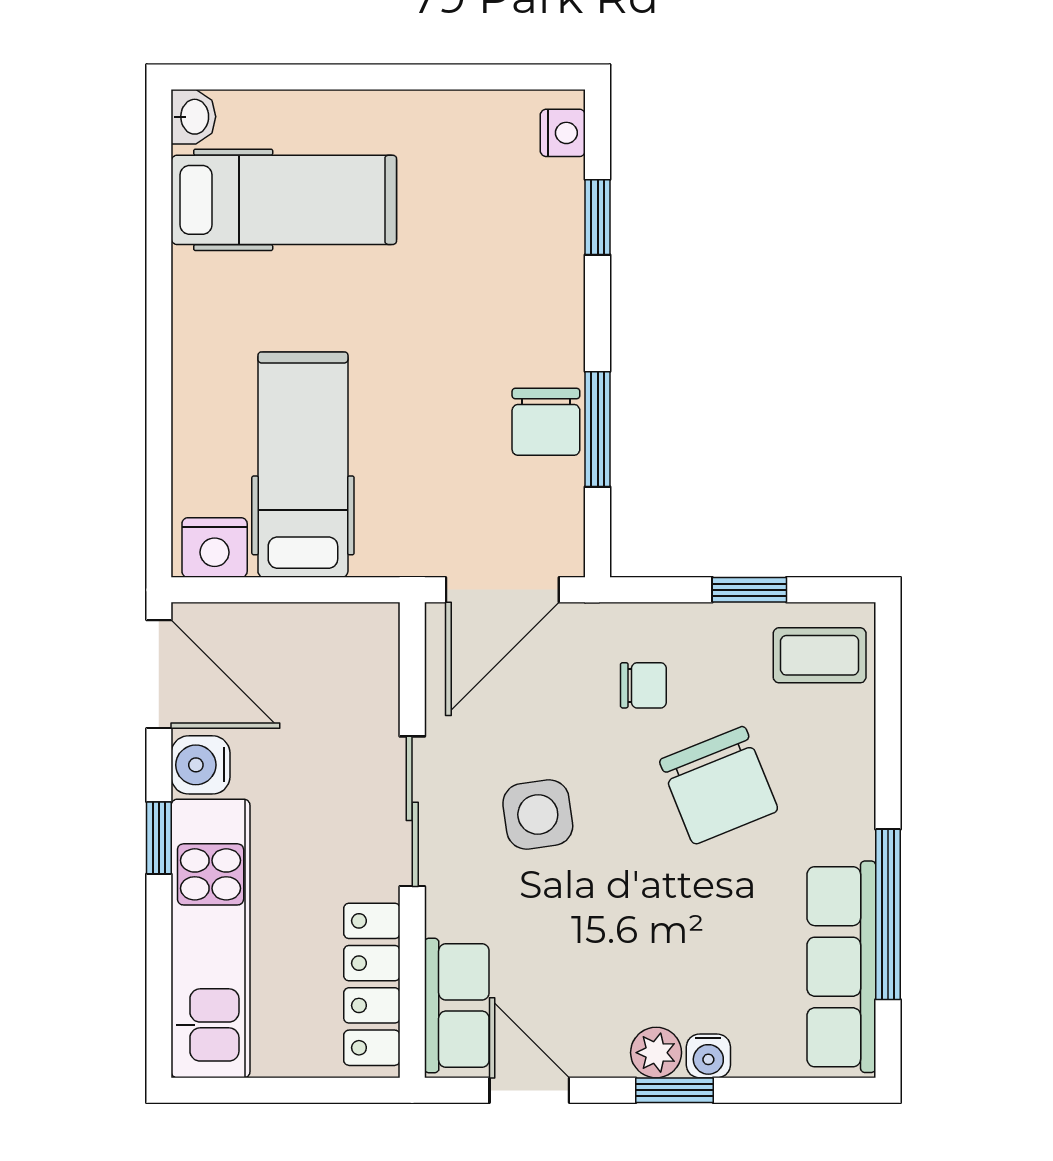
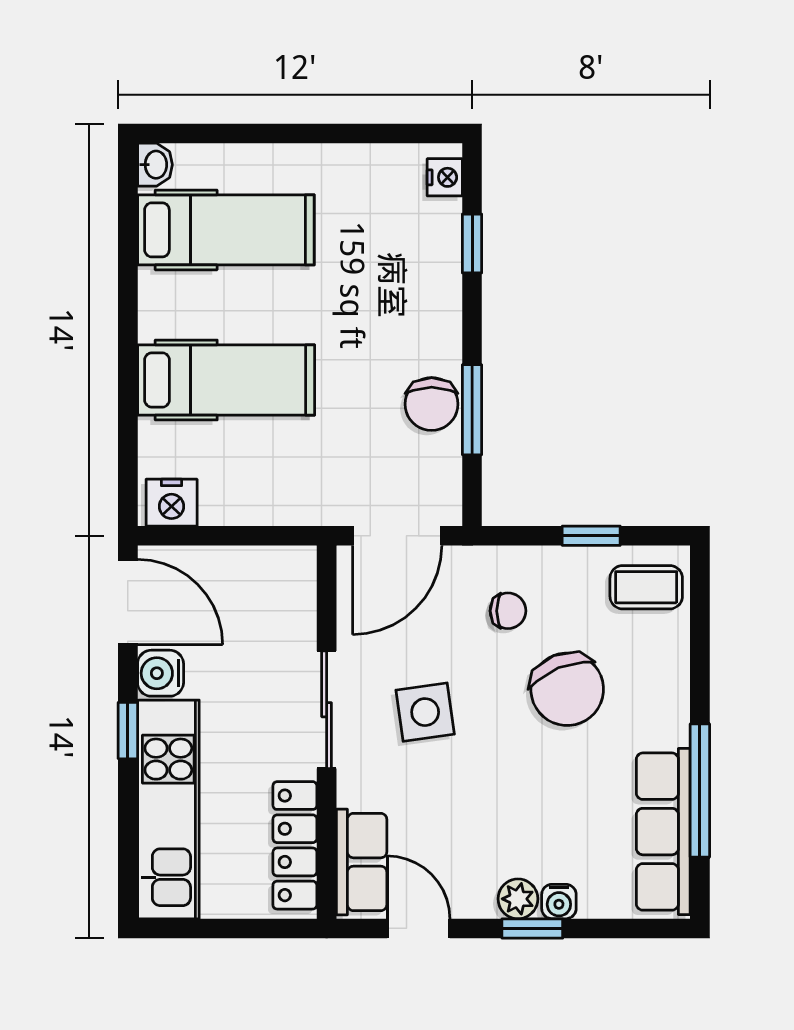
hospital bed: (303, 465) -> (226, 380), moved, turned 90

